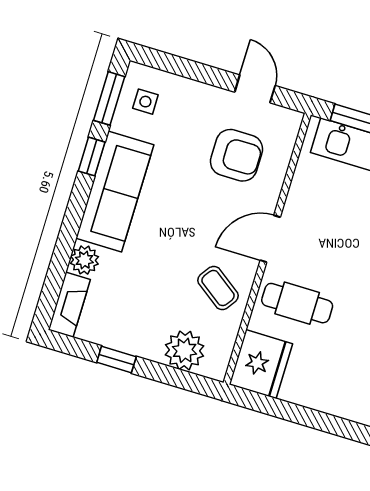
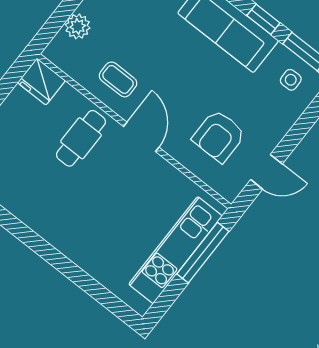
coffee table: (218, 288) -> (118, 79), turned 54
plant: (185, 350) -> (78, 26), width x0.73, depth x0.73
fridge: (261, 364) -> (41, 82), width x0.73, depth x0.75

